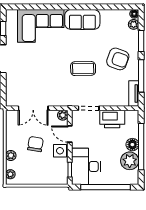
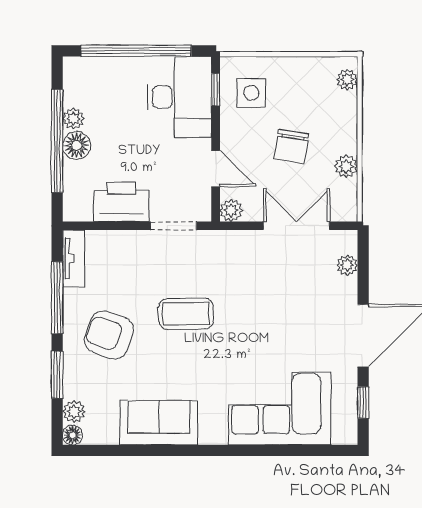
sofa: (82, 19) -> (159, 423), moved
plant: (10, 91) -> (347, 265), added
side table: (60, 151) -> (251, 93), moved
plant: (11, 155) -> (346, 166), moved
plant: (130, 161) -> (73, 119), width x0.53, depth x0.53

